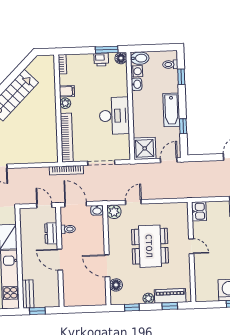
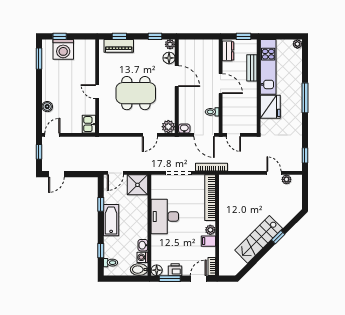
door: (76, 51) -> (198, 279), added
dresser: (51, 233) -> (228, 51), moved
dining table: (150, 246) -> (136, 93), turned 90
bench: (28, 294) -> (252, 68), moved
plant: (148, 298) -> (170, 44), moved

